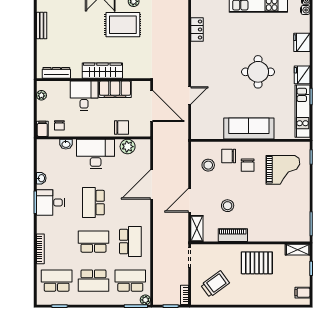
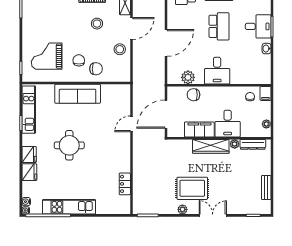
plant: (76, 73) -> (235, 144), added
fridge: (302, 75) -> (29, 155), moved
door: (152, 106) -> (166, 114), hinge flipped
washbasin: (66, 144) -> (244, 80), removed
desk: (96, 154) -> (217, 71), width x0.73
stool: (208, 165) -> (120, 49), moved

